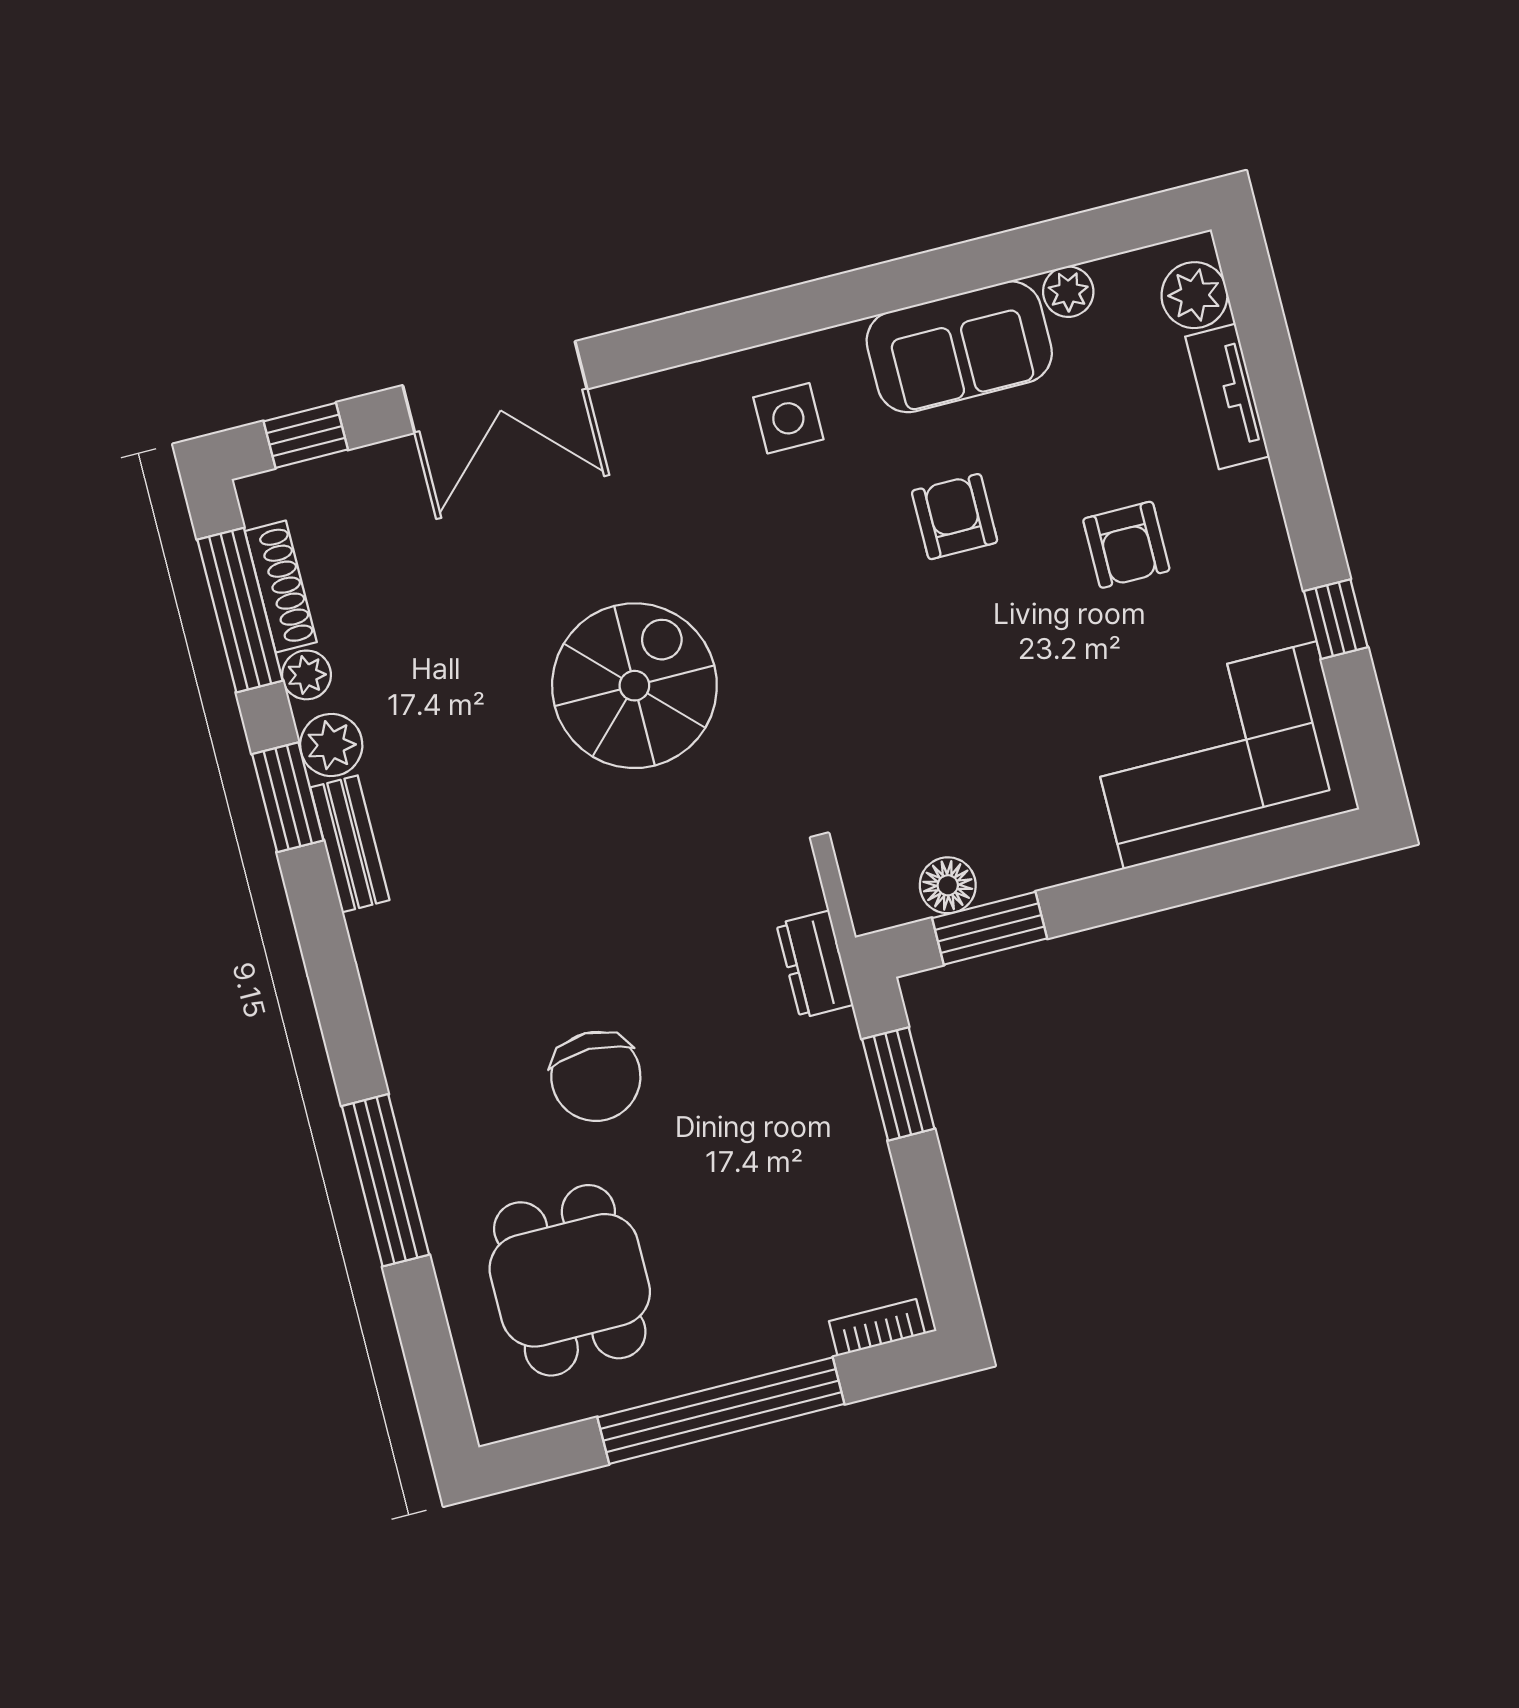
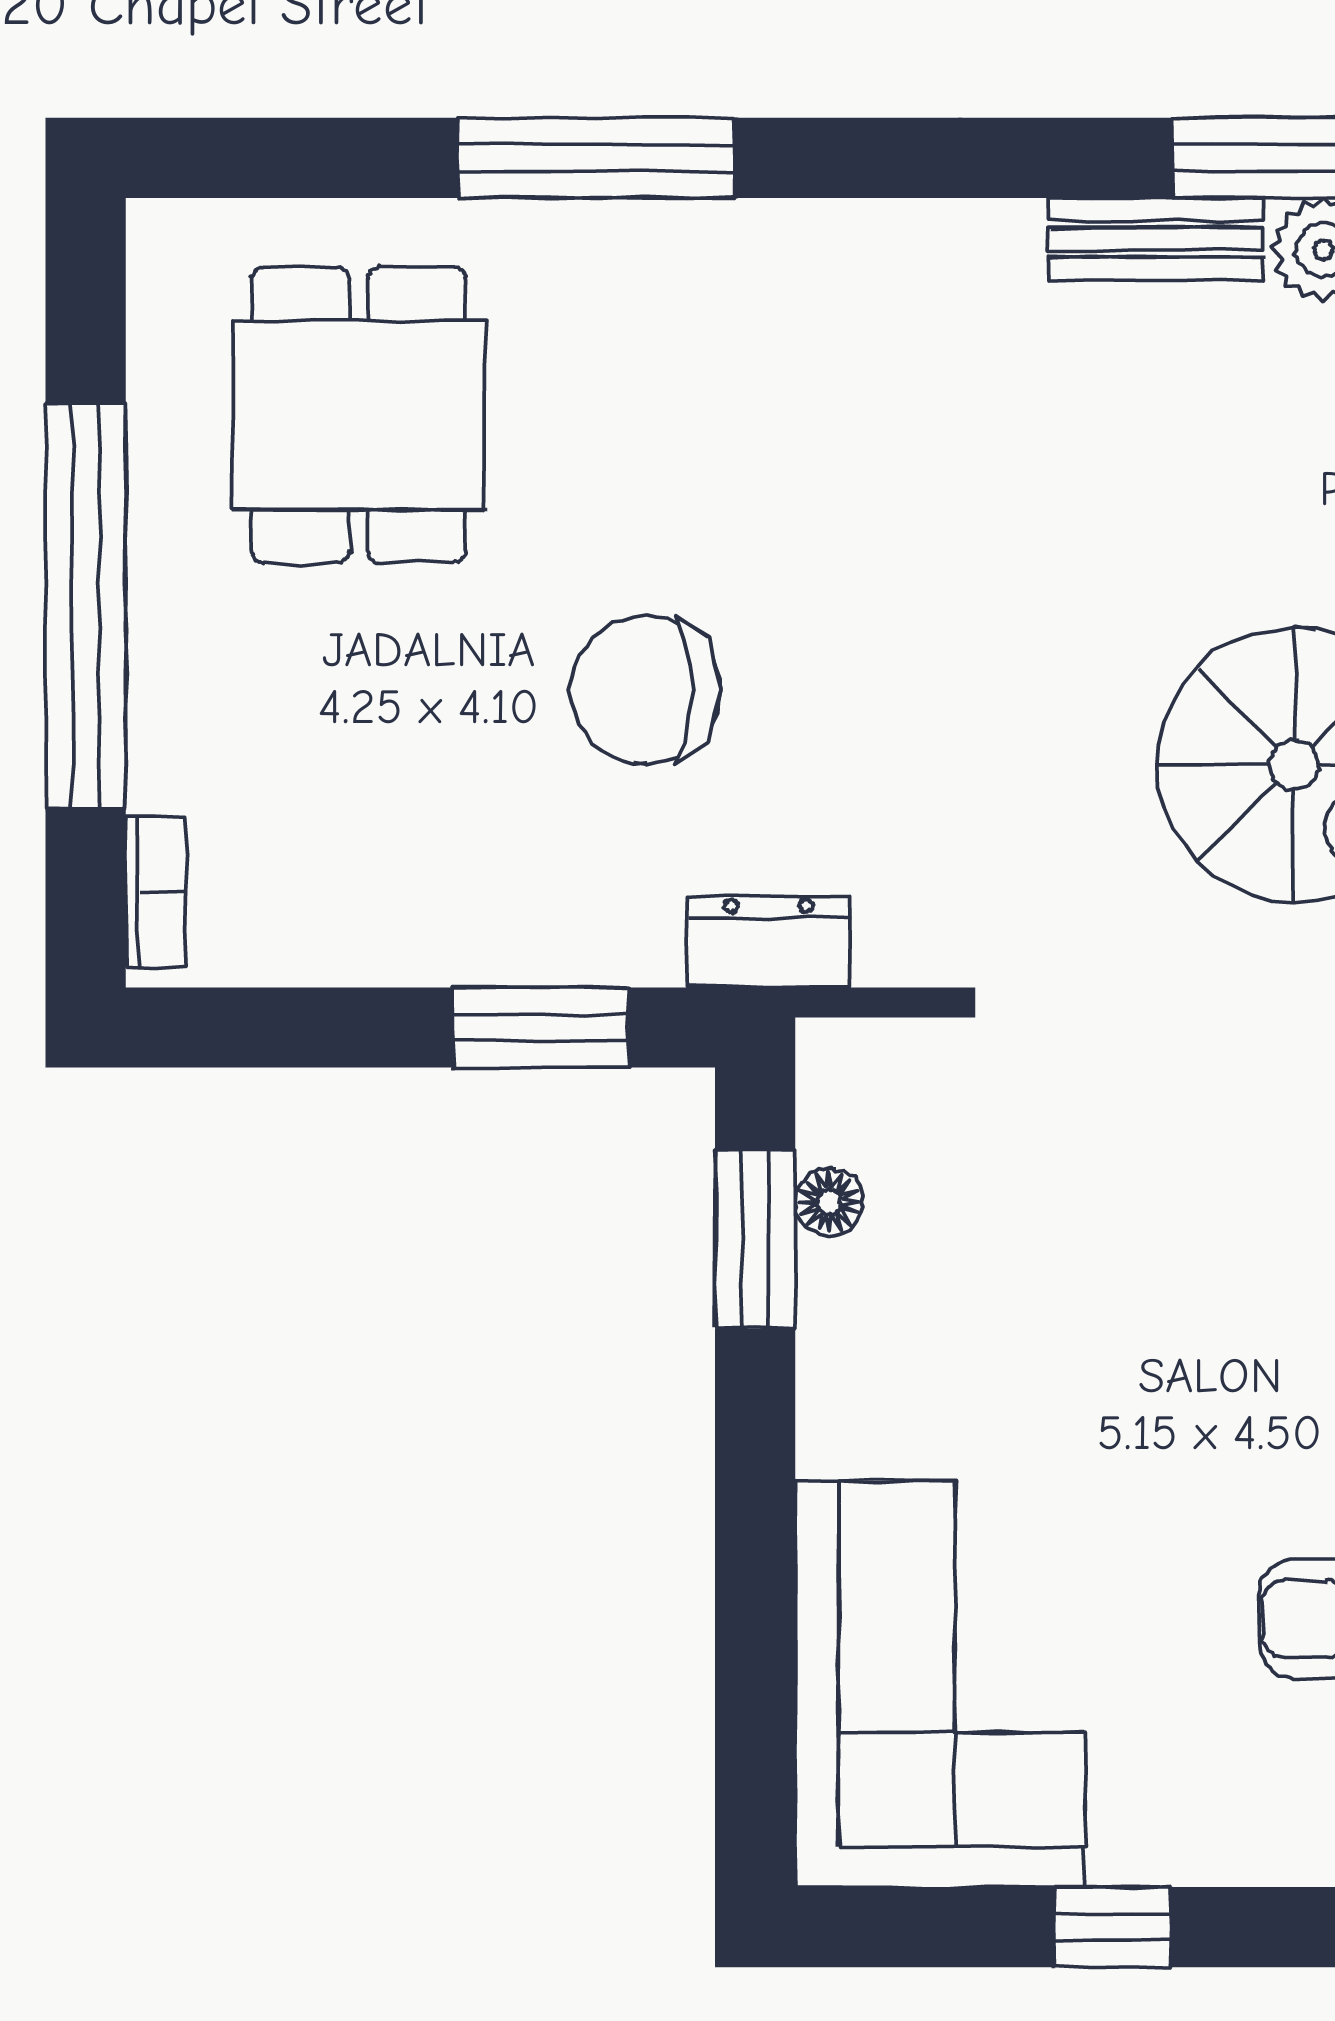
floor lamp: (948, 885) -> (829, 1202), width x0.73, depth x0.73
chair: (596, 1076) -> (646, 690), moved
dining table: (570, 1280) -> (359, 415), turned 90

